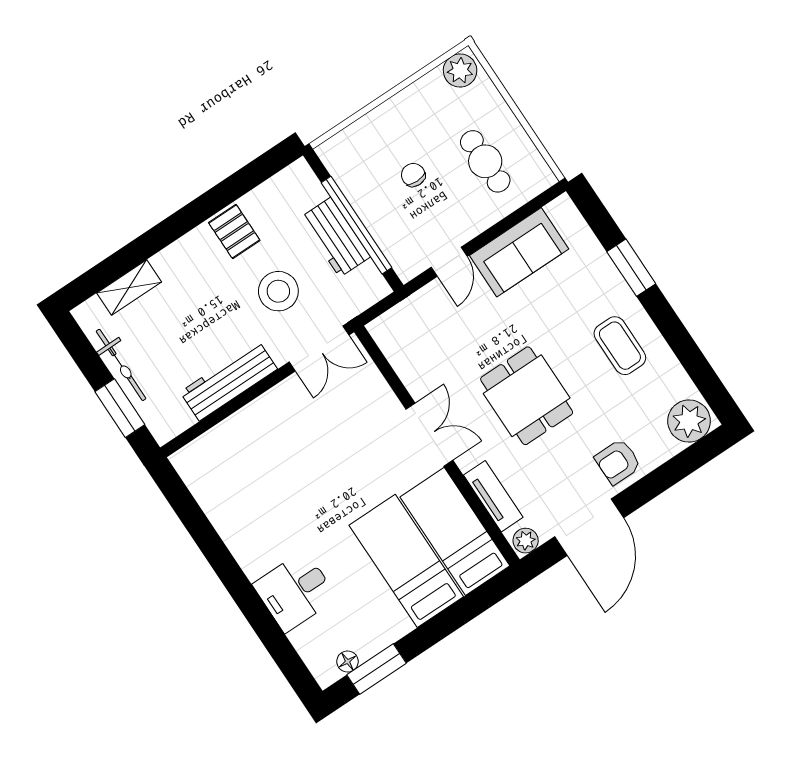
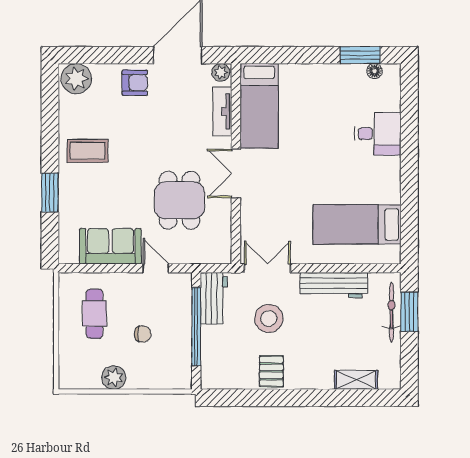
plant: (460, 70) -> (114, 378), moved
chair: (413, 175) -> (143, 334), turned -90
workbench: (335, 237) -> (214, 298), moved
door: (449, 262) -> (156, 268), hinge flipped
coffee table: (620, 346) -> (87, 151), turned 90
bicycle: (121, 365) -> (391, 312), moved
dining table: (527, 396) -> (179, 200), moved
bed: (406, 561) -> (357, 224), moved, turned 90

